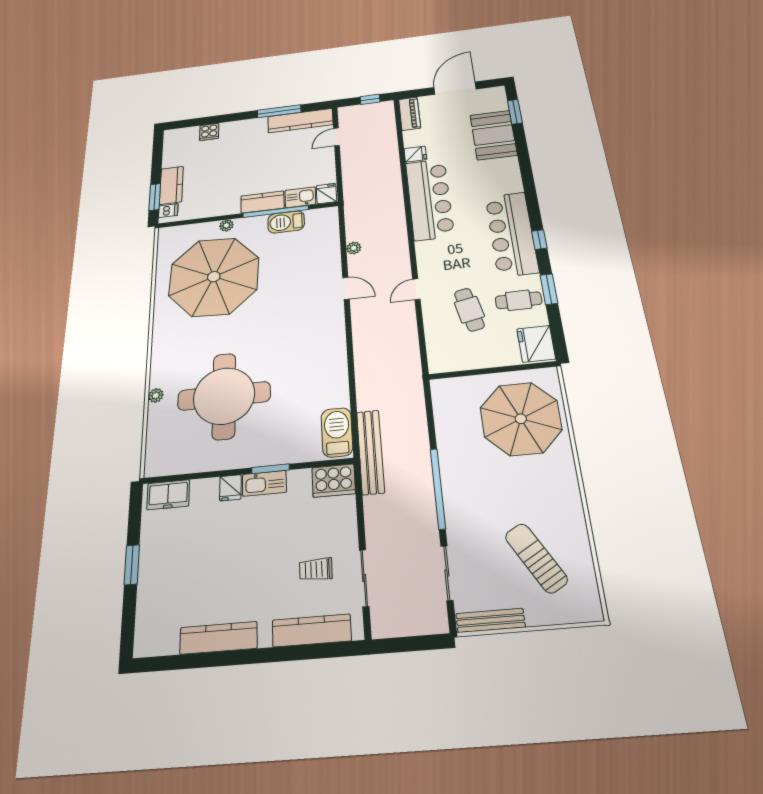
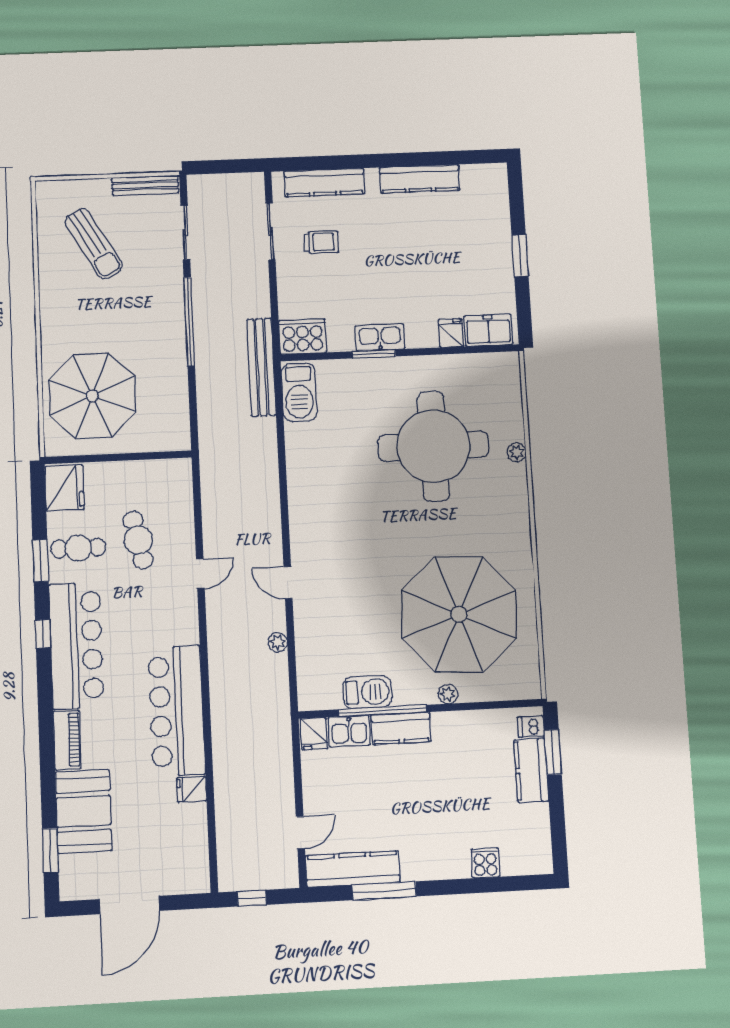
piano: (410, 114) -> (67, 740), moved, turned 180
fridge: (230, 488) -> (451, 333), moved

